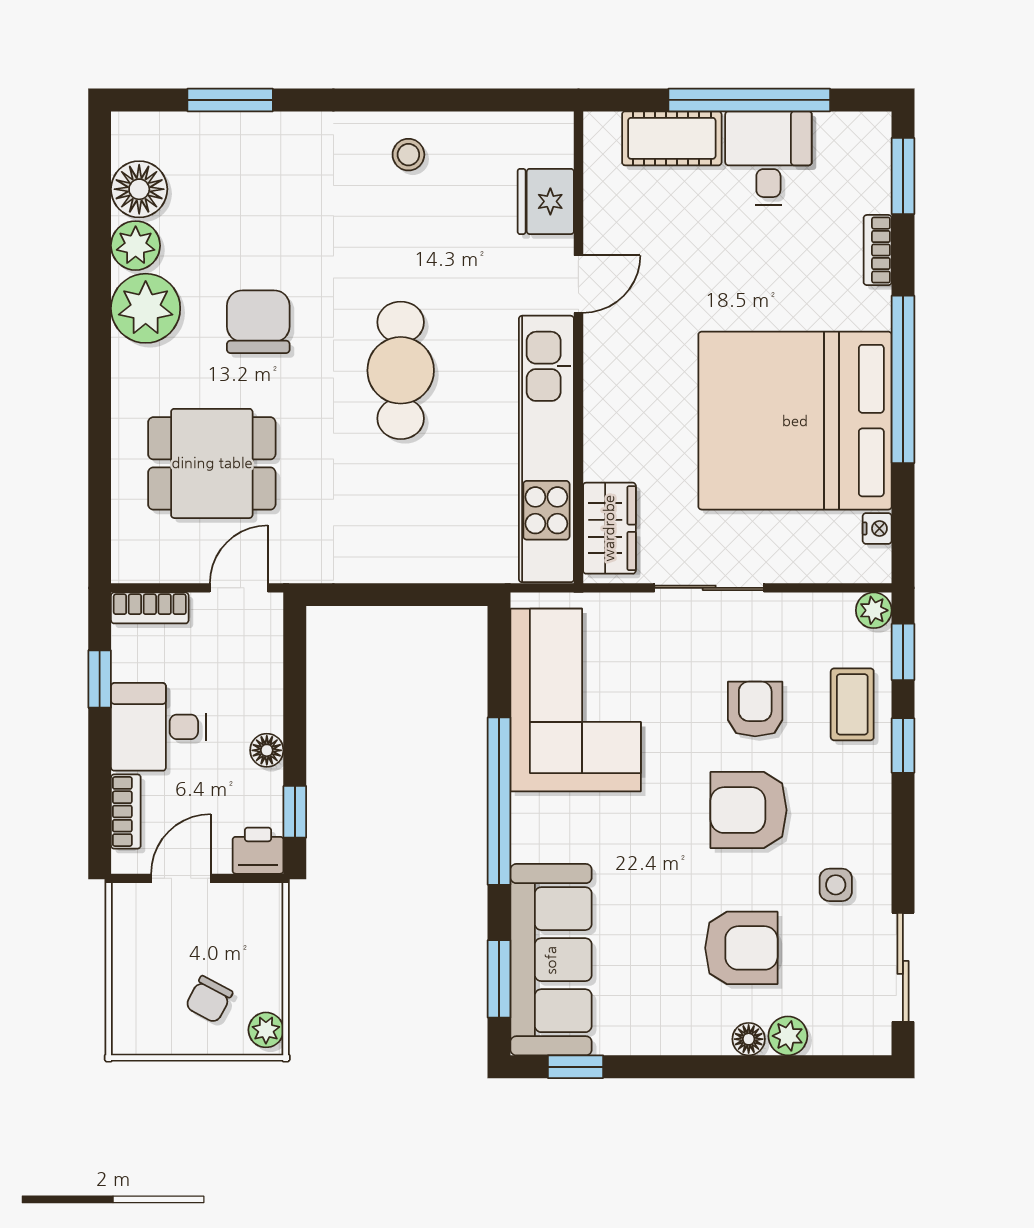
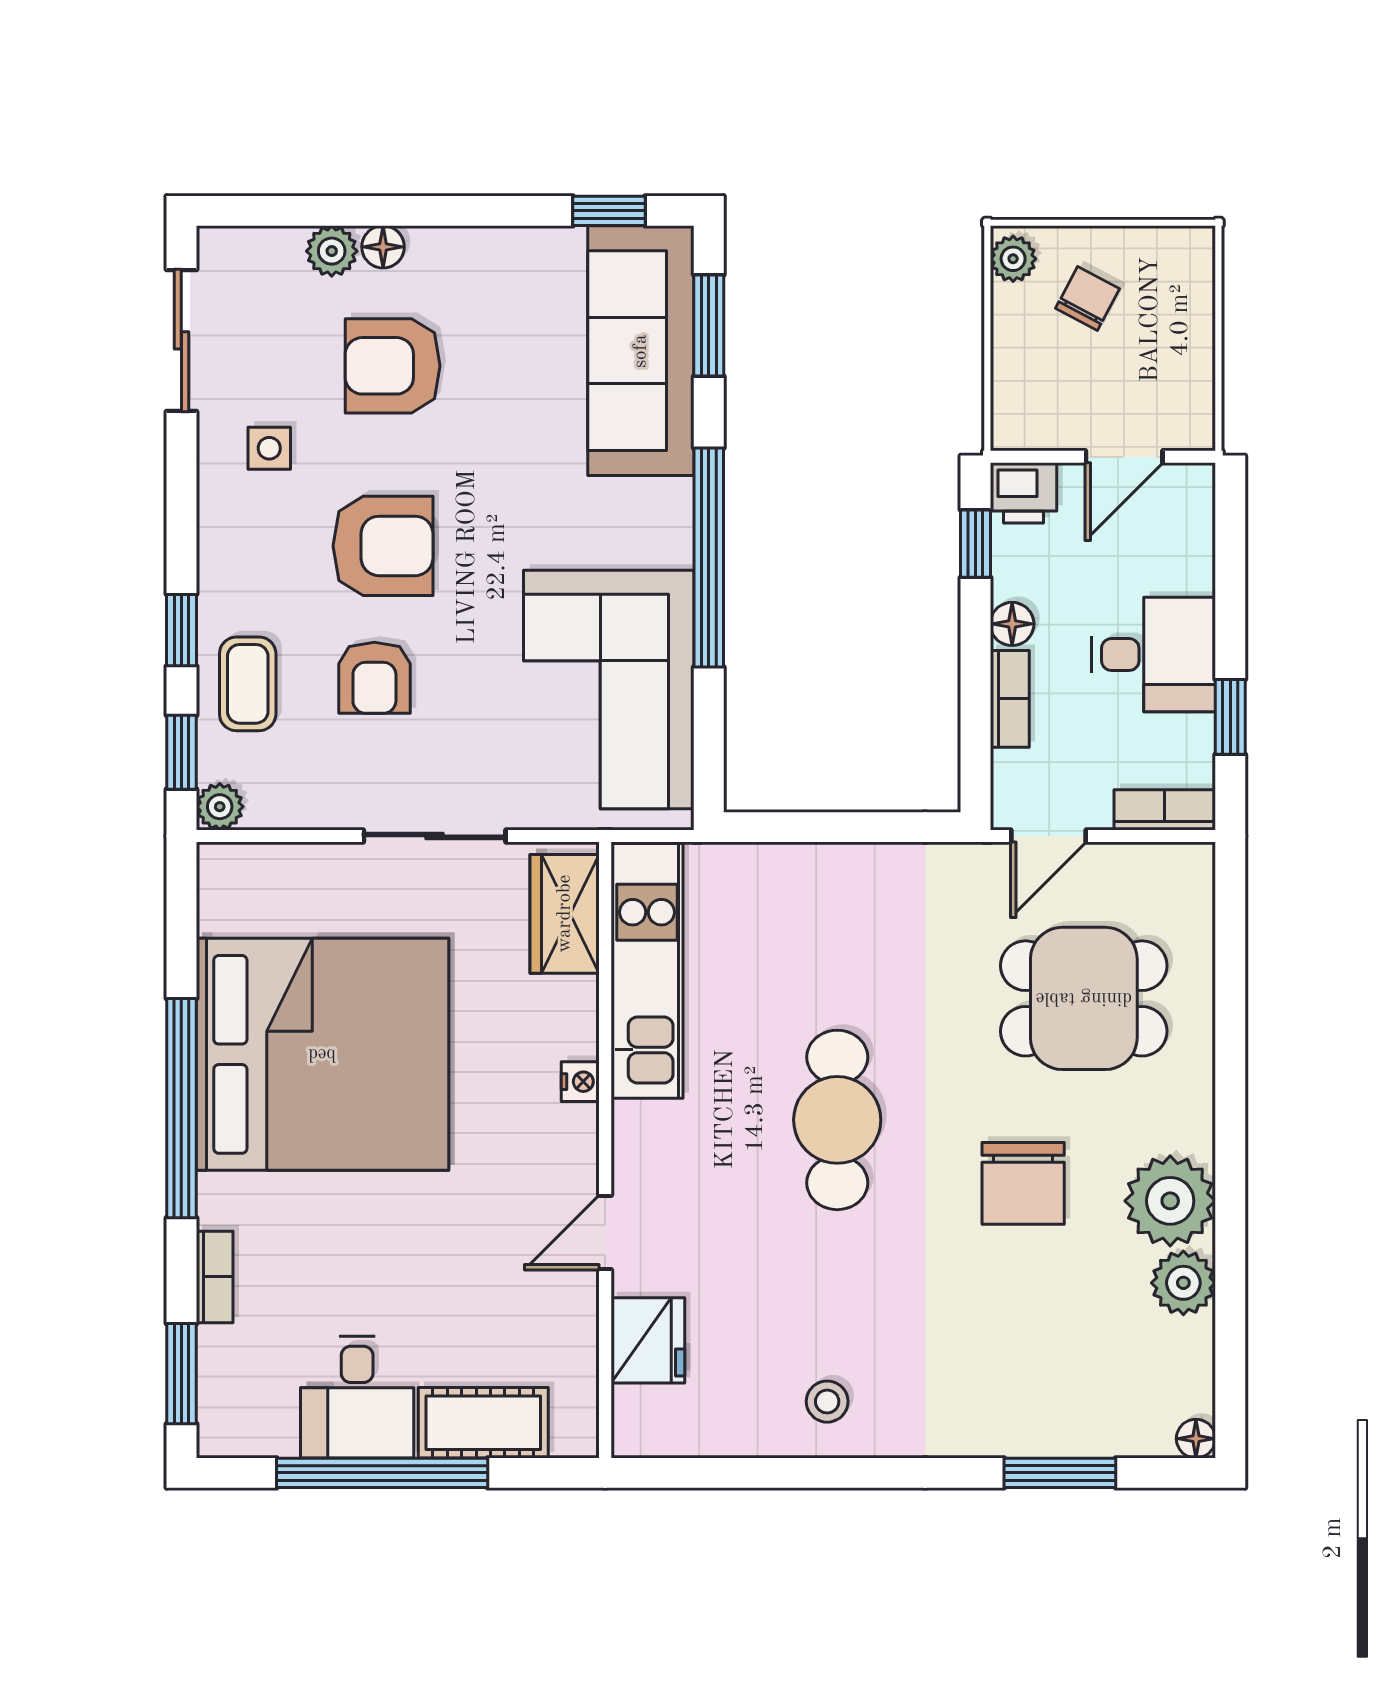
floor lamp: (139, 189) -> (1196, 1439), moved, width x0.53, depth x0.53
kitchen unit: (546, 449) -> (647, 971), width x0.73
nightstand: (877, 528) -> (580, 1082), moved, turned 180
bookcase: (126, 811) -> (1010, 699), moved, turned 180

